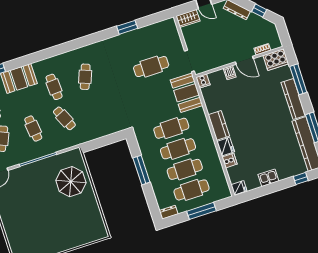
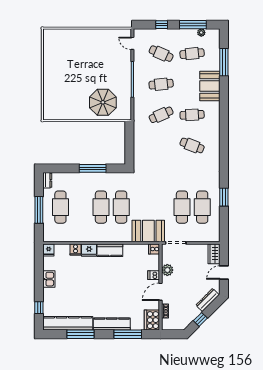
plant: (220, 60) -> (167, 270), added
cafe table: (185, 169) -> (202, 207), moved

